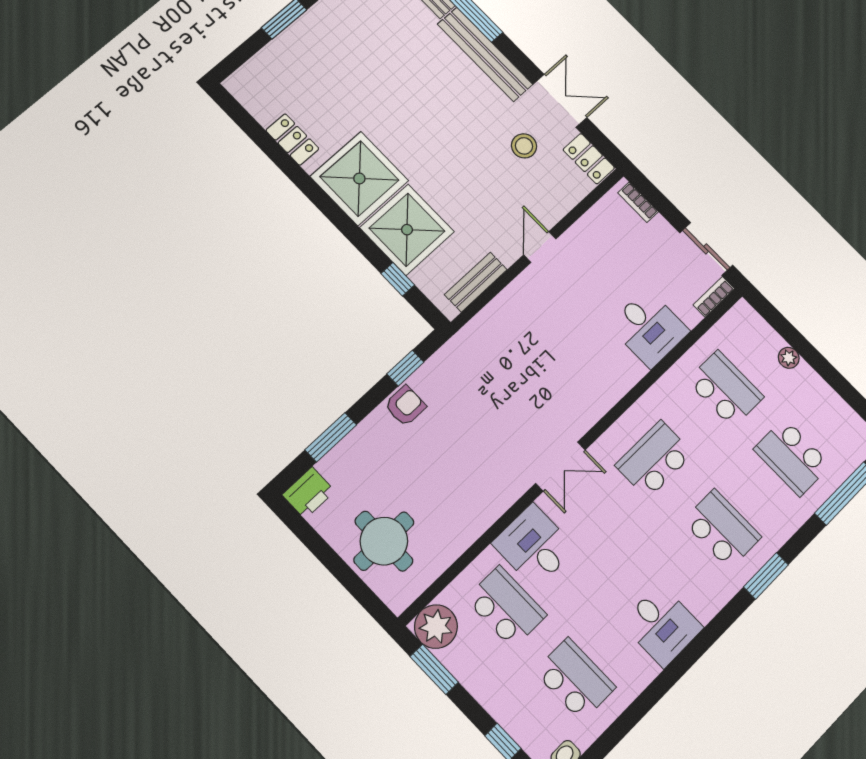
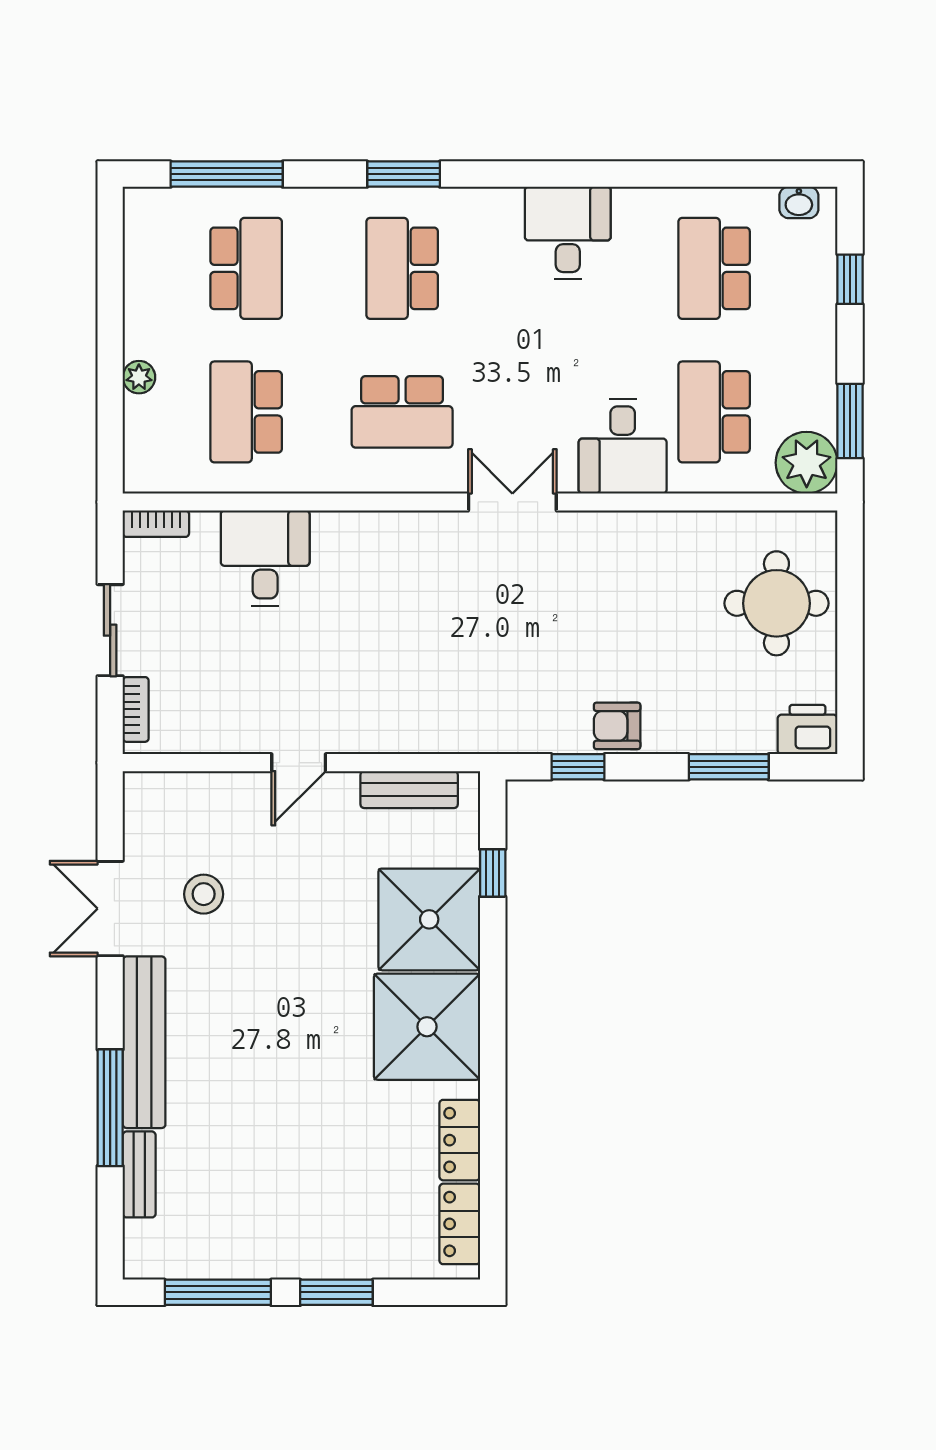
locker: (589, 159) -> (460, 1224), moved, turned 180
sliding door: (706, 249) -> (110, 630), moved

